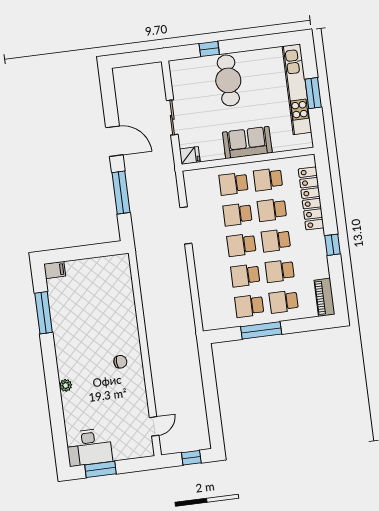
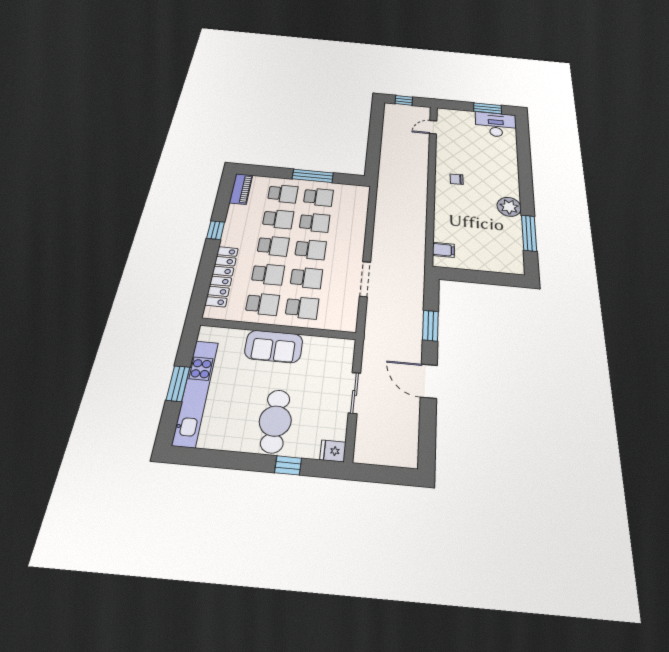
fridge: (190, 156) -> (333, 451), moved
window: (121, 192) -> (430, 326), width x0.69
filing cabinet: (55, 270) -> (443, 250), moved, turned 180
plant: (66, 385) -> (509, 207), moved, width x1.88, depth x1.88

